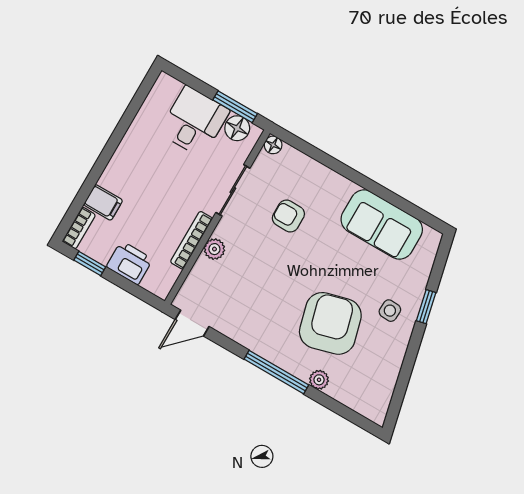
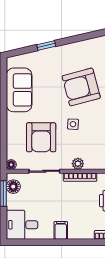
desk: (194, 121) -> (22, 225), moved
filing cabinet: (103, 202) -> (61, 230), moved
armchair: (288, 216) -> (41, 137), width x1.88, depth x1.88
side table: (390, 311) -> (73, 124), moved

